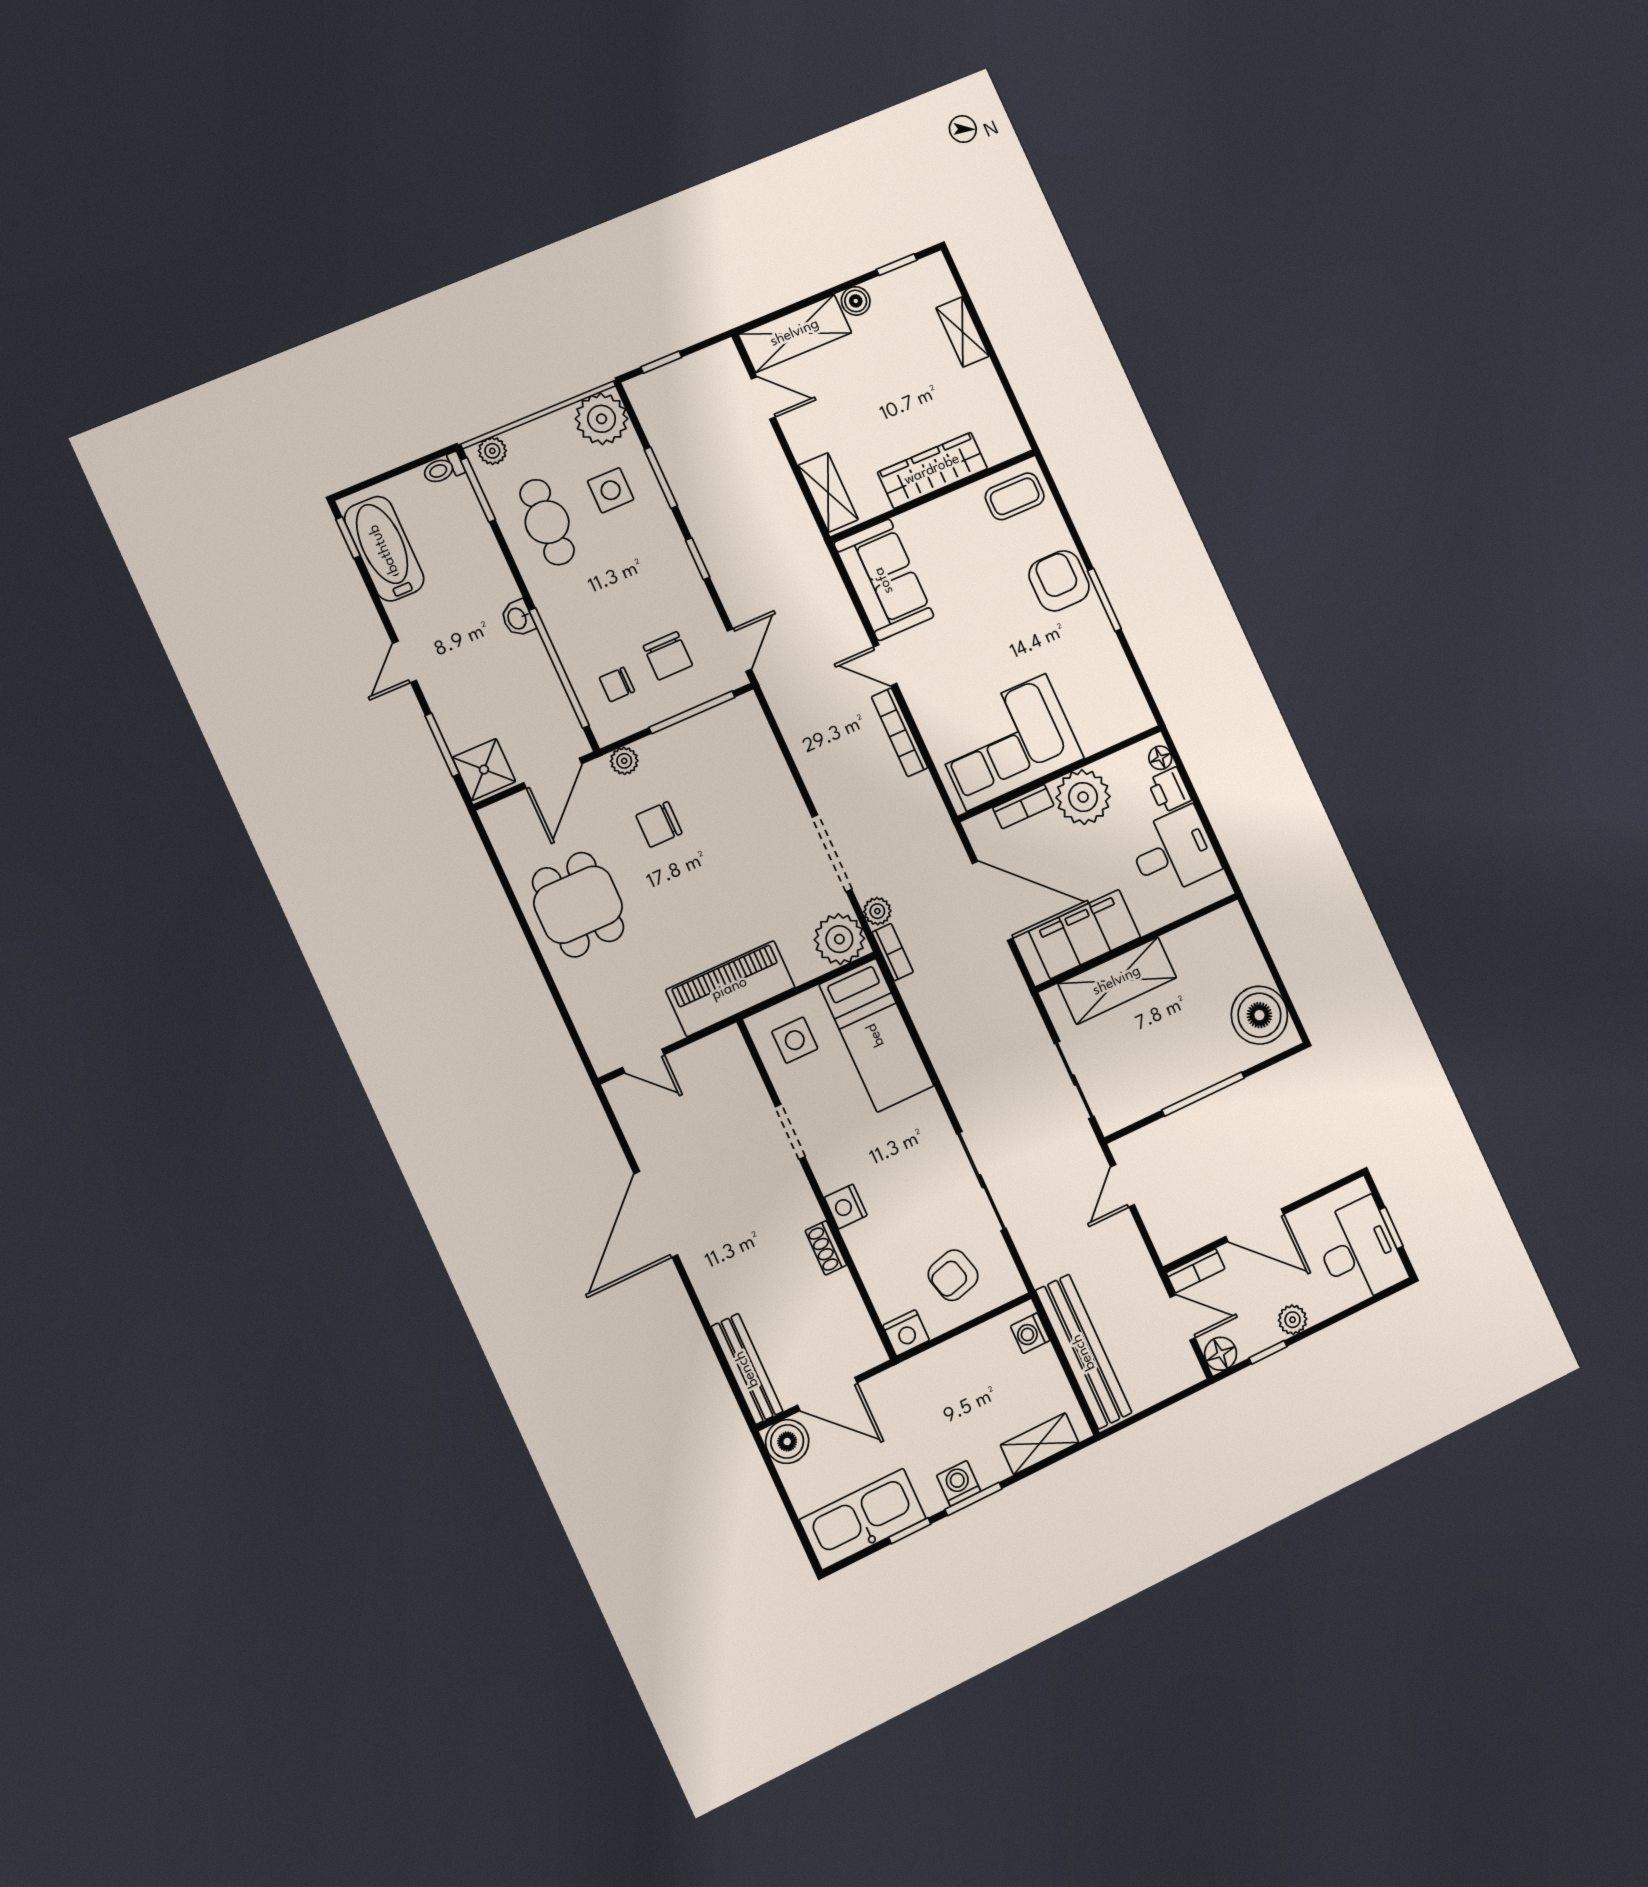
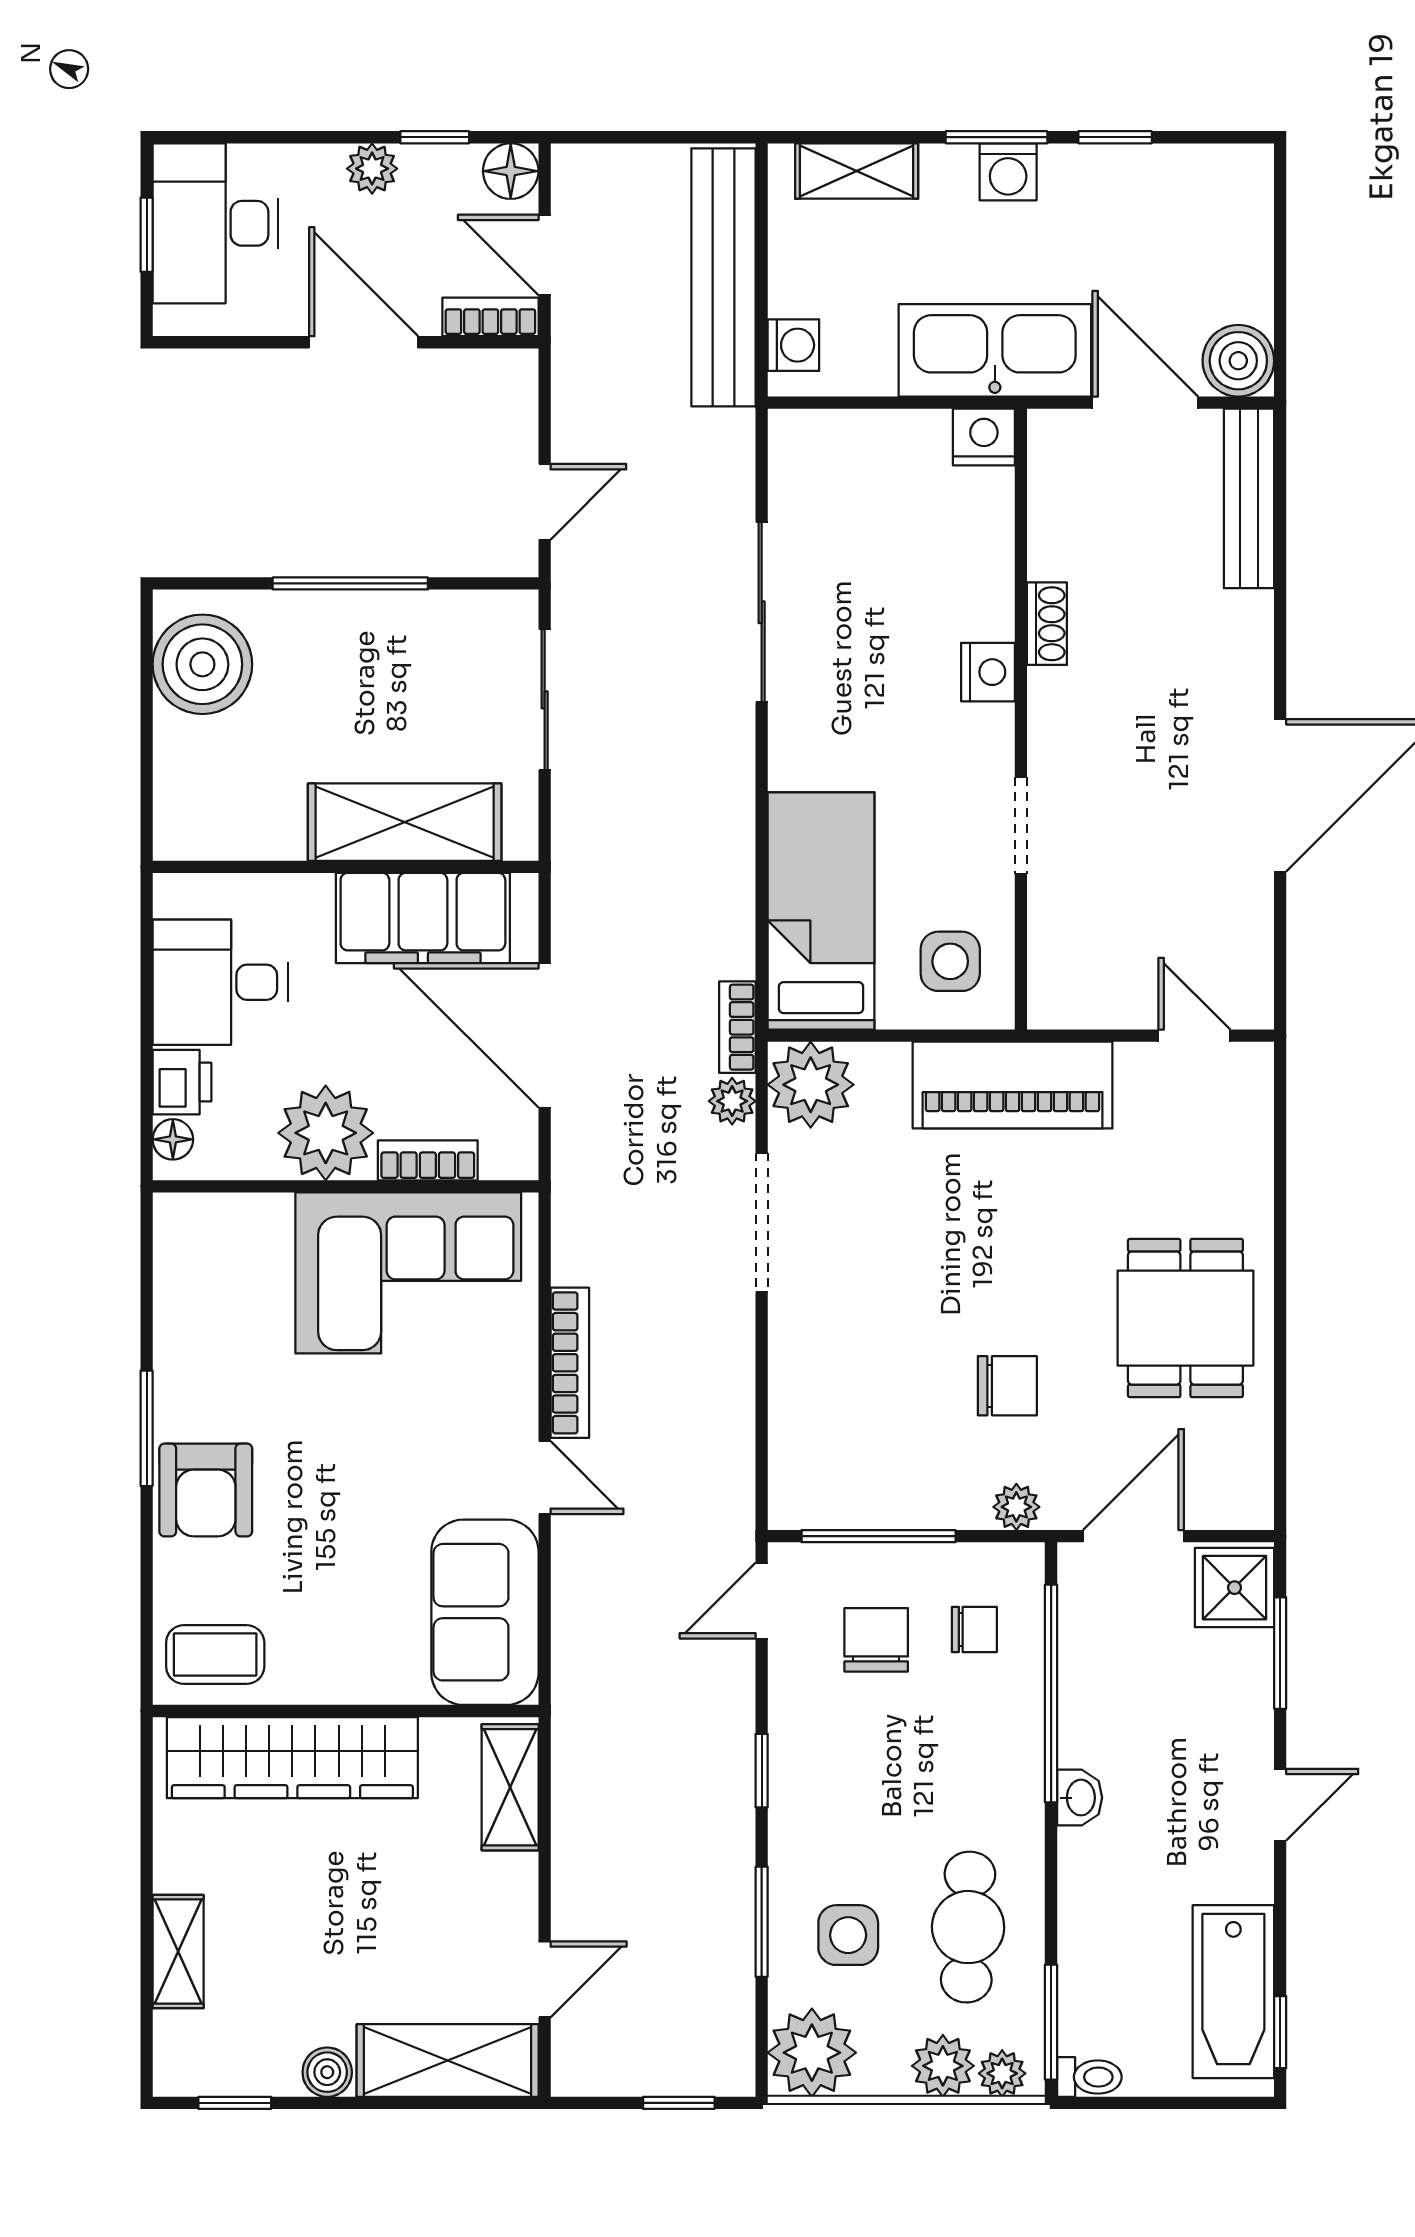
door: (763, 398) -> (545, 1979), swing flipped
plant: (527, 441) -> (943, 2066), added
wardrobe: (932, 470) -> (292, 1758), width x1.40, depth x1.17
armchair: (953, 1275) -> (872, 490), removed
kitchen sink: (863, 1519) -> (995, 350), moved, turned 180

